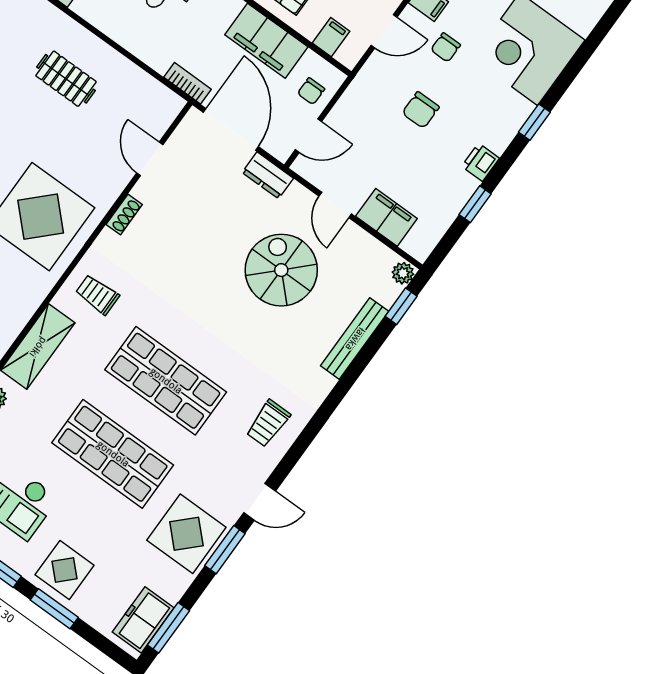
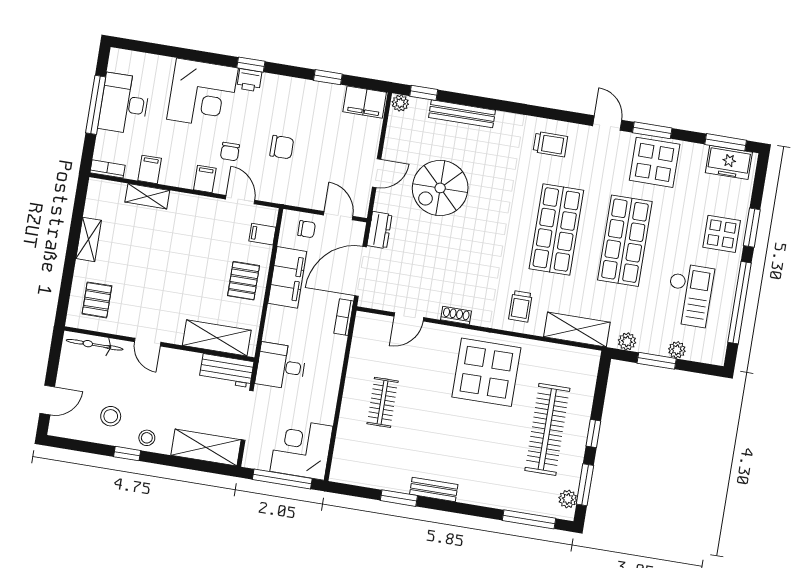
chair: (446, 47) -> (230, 152), turned 90
printer: (480, 162) -> (249, 80), moved
filing cabinet: (386, 217) -> (365, 102), moved, turned -90

